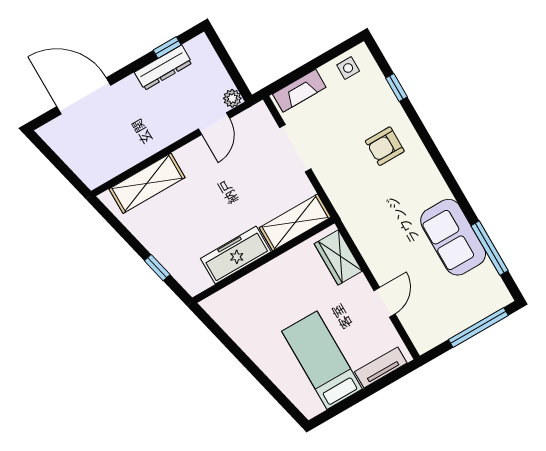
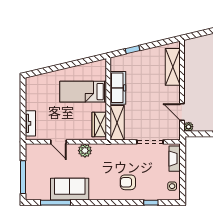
armchair: (385, 146) -> (128, 182), turned -90
plant: (373, 249) -> (85, 151), added
wardrobe: (338, 257) -> (99, 124), moved, turned -90
bed: (322, 360) -> (83, 92), moved, turned 180

